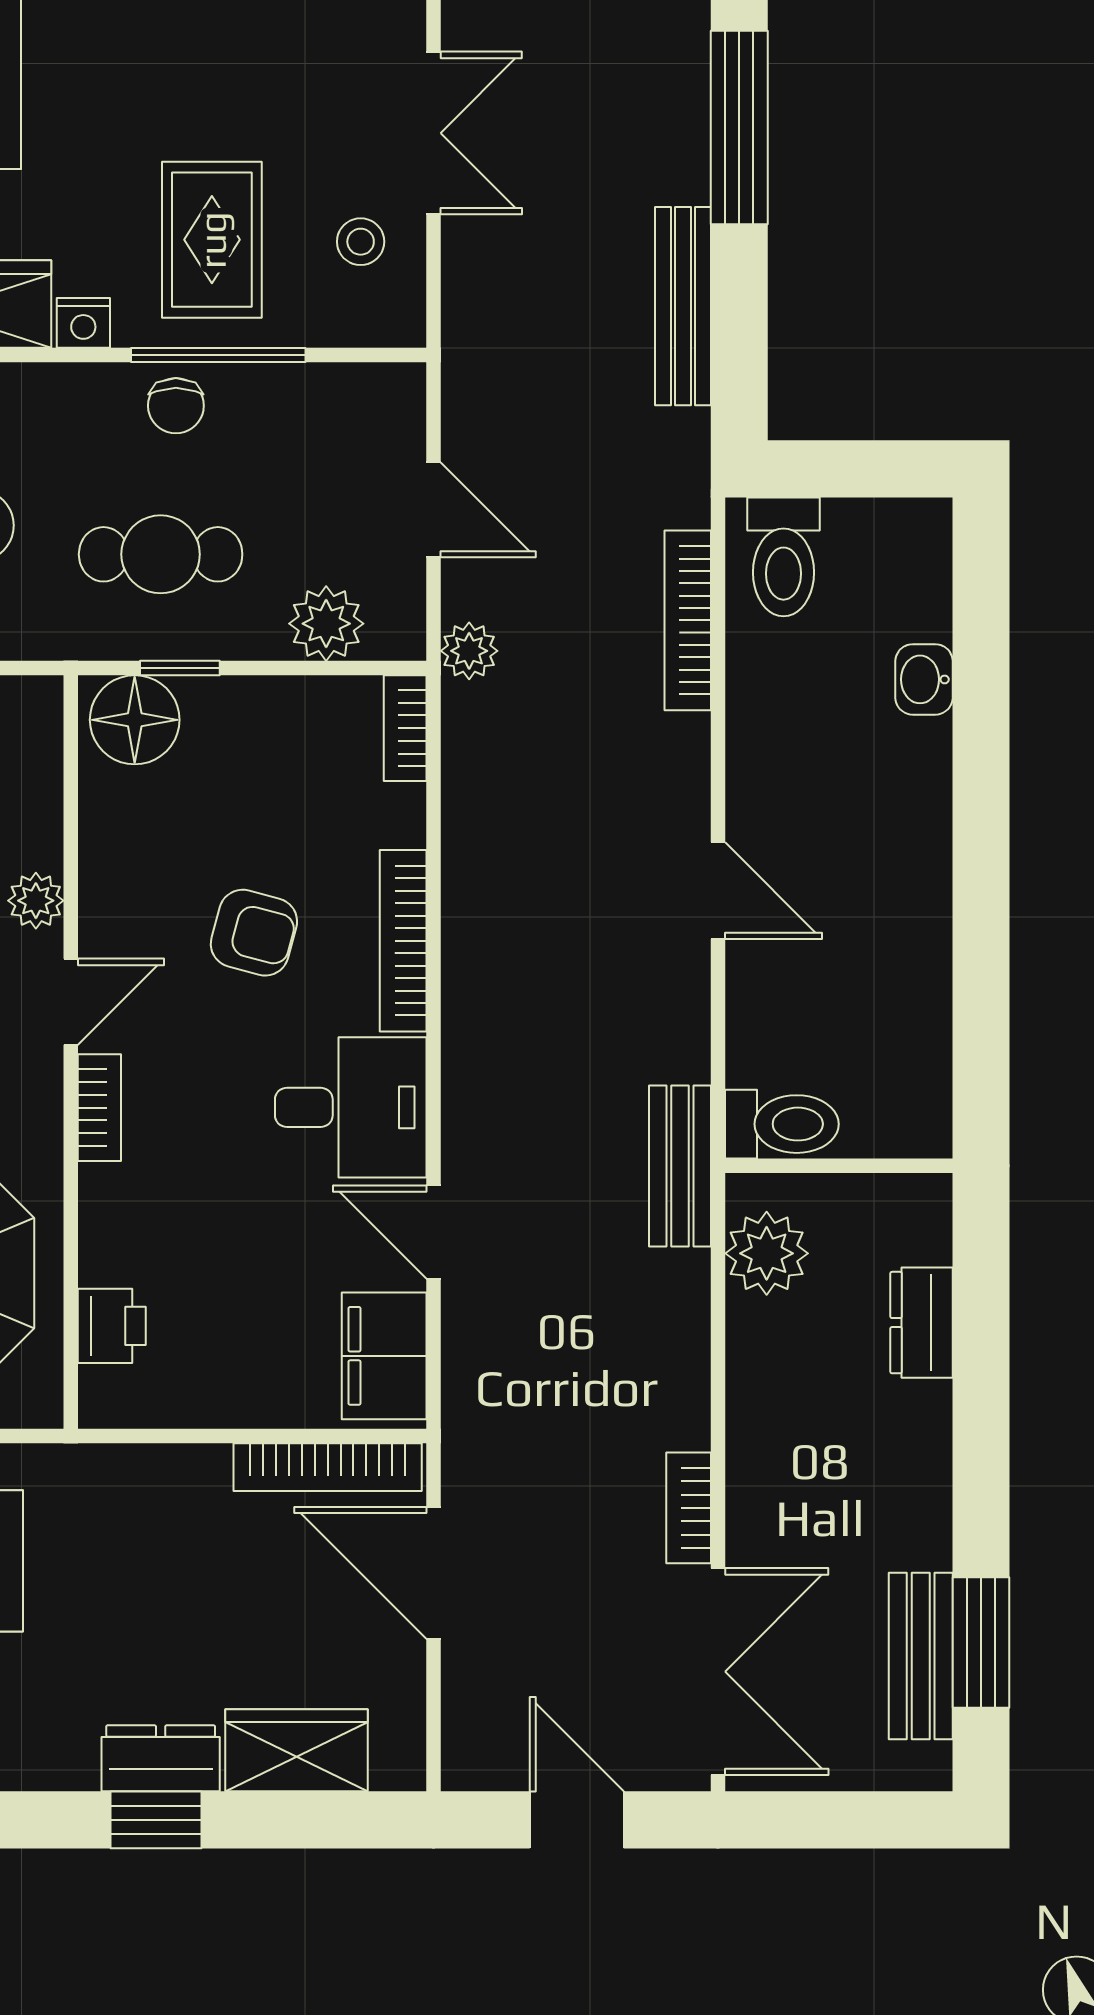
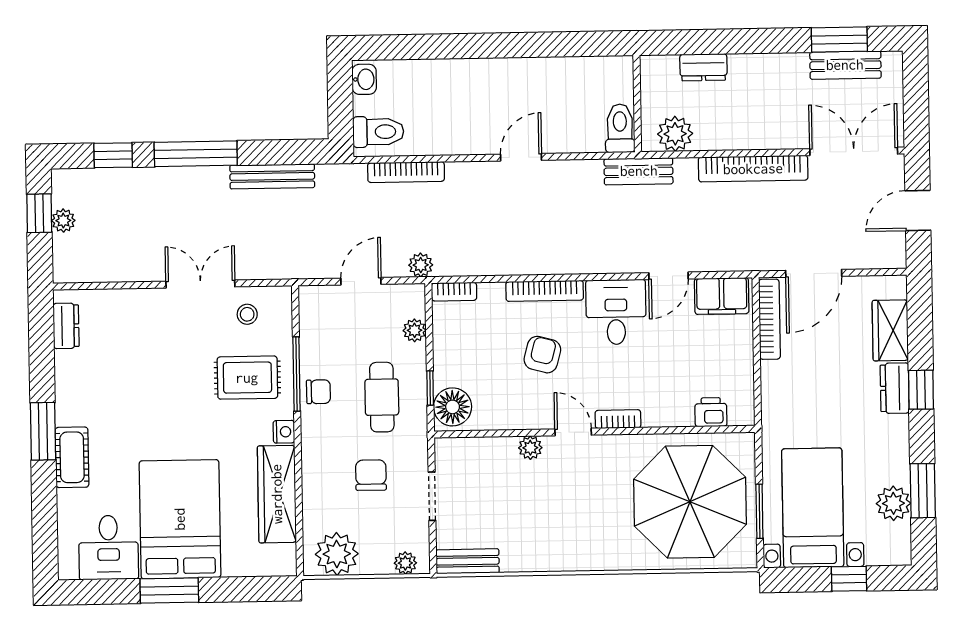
plant: (326, 624) -> (415, 330), width x0.73, depth x0.73
washbasin: (924, 679) -> (364, 79), moved, turned -90
bookcase: (689, 1508) -> (753, 169), width x2.31, depth x1.31

